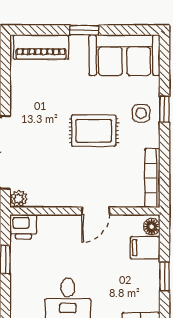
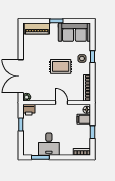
door: (96, 211) -> (61, 103), swing flipped

